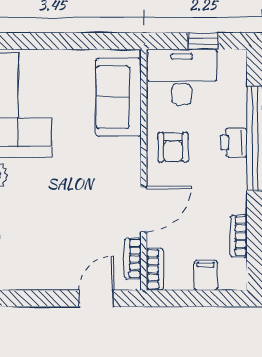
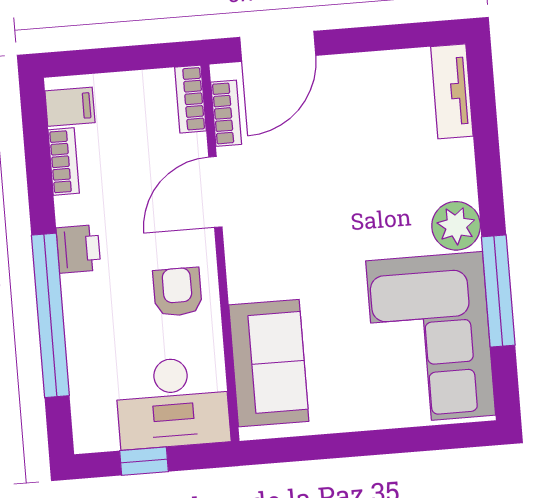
printer: (234, 143) -> (78, 249), moved
filing cabinet: (206, 275) -> (70, 107), moved, turned -90
door: (97, 298) -> (278, 46), width x1.38

